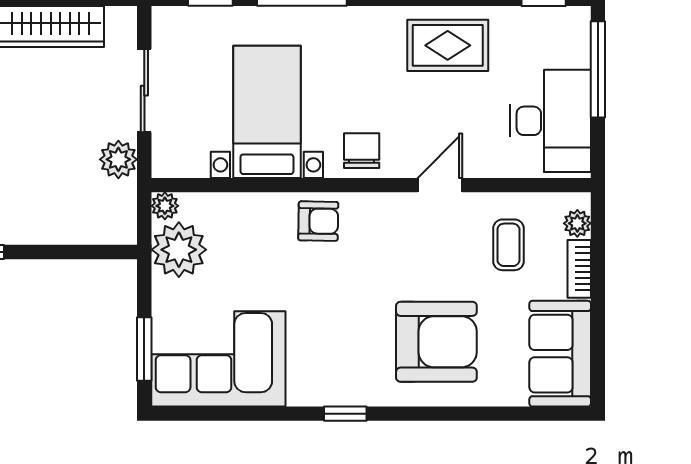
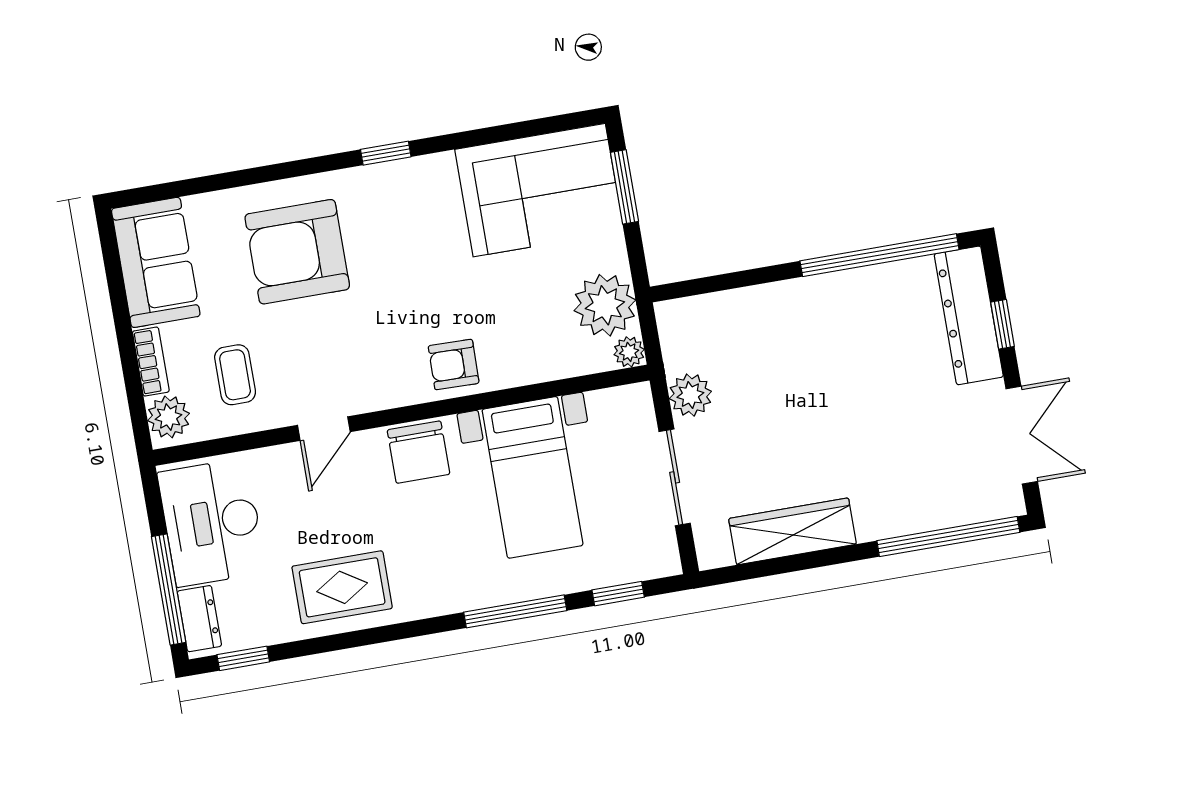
dresser: (576, 40) -> (199, 619), added
chair: (362, 151) -> (418, 452), width x1.37, depth x1.37
plant: (577, 223) -> (169, 417), width x1.38, depth x1.38

